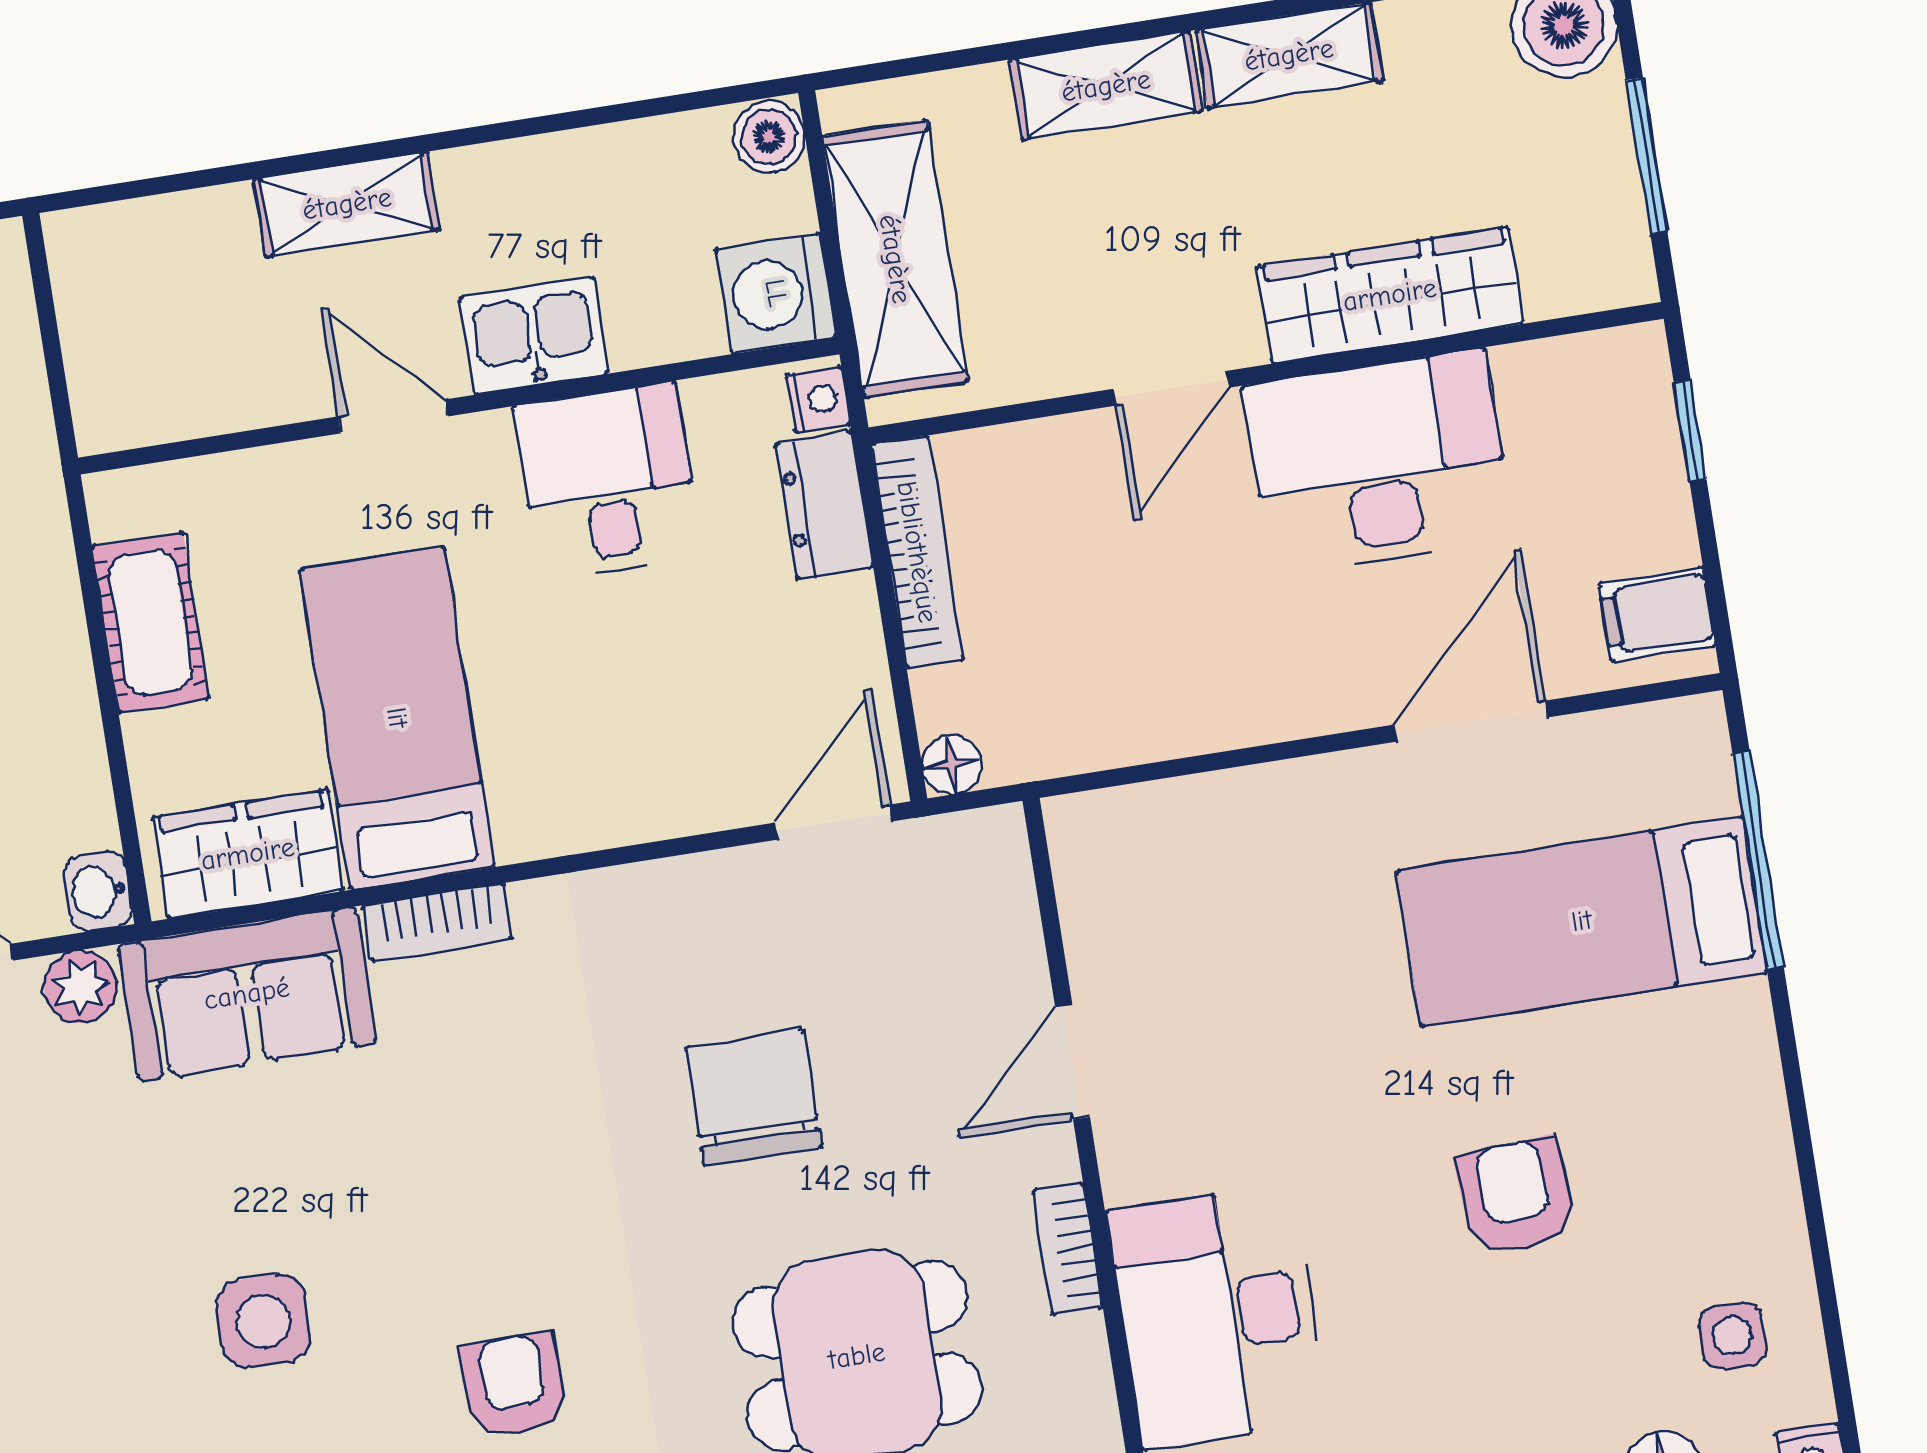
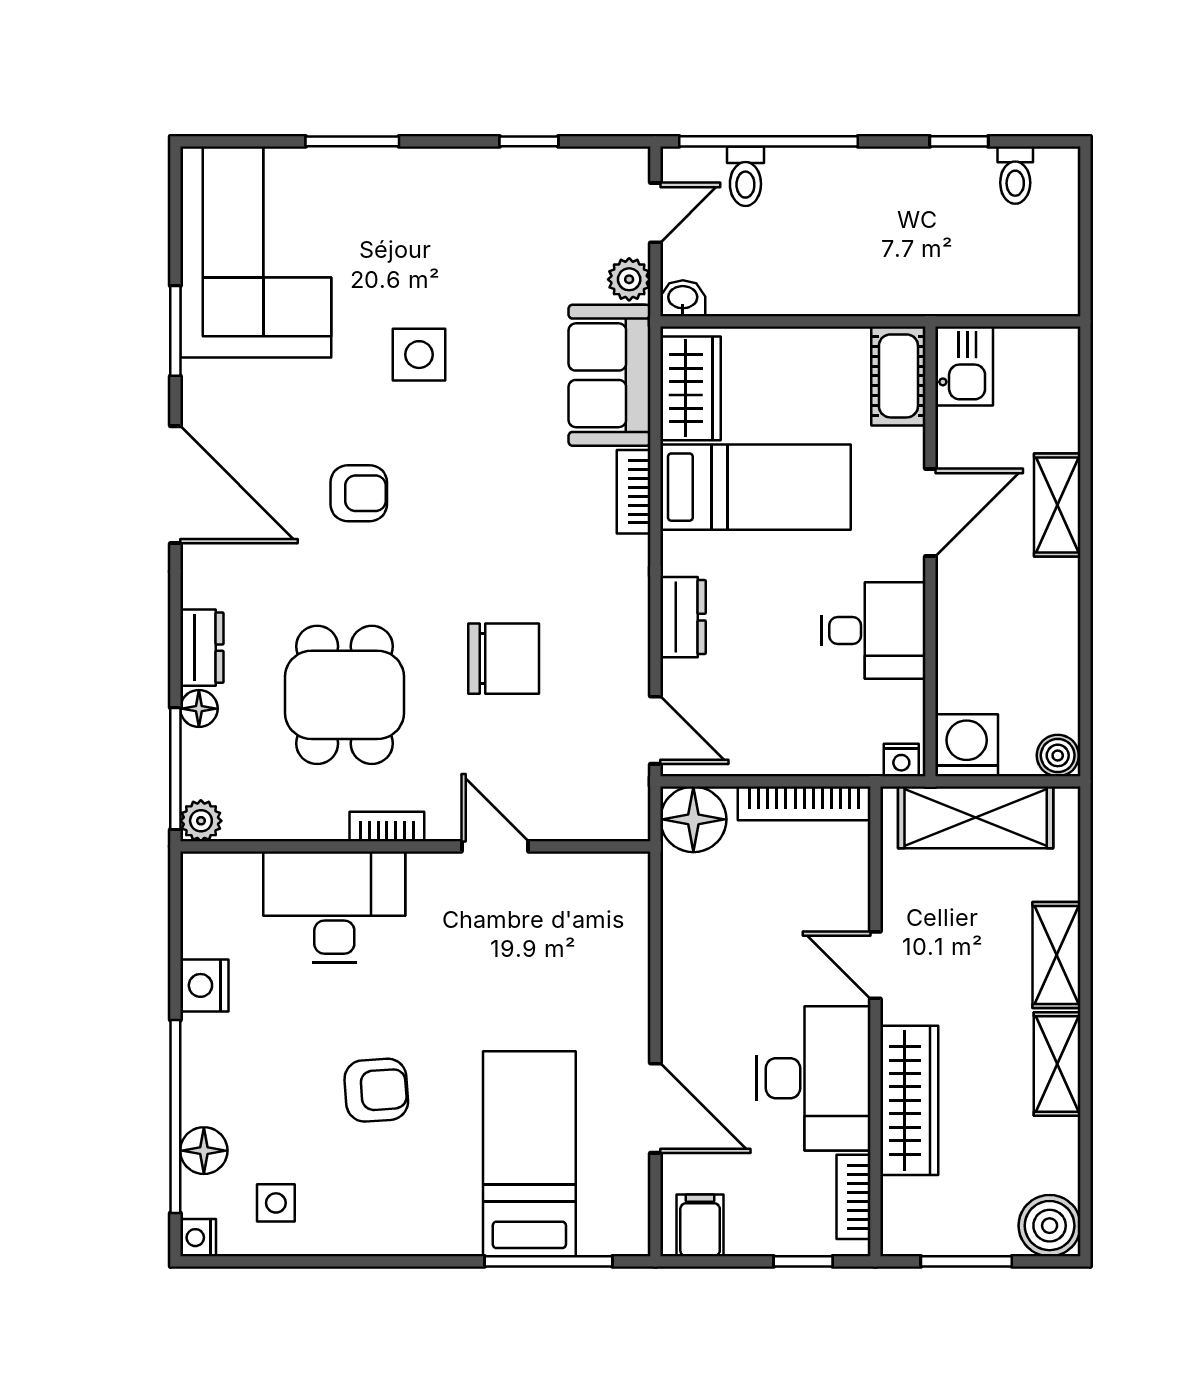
kitchen sink: (534, 336) -> (964, 366), moved
bookcase: (1568, 363) -> (853, 1197), added
door: (393, 416) -> (930, 513), width x1.38
dresser: (824, 505) -> (683, 617), moved, turned 90
cot: (151, 622) -> (898, 376), moved, turned 90
floor lamp: (952, 764) -> (693, 819), width x1.89, depth x1.89

